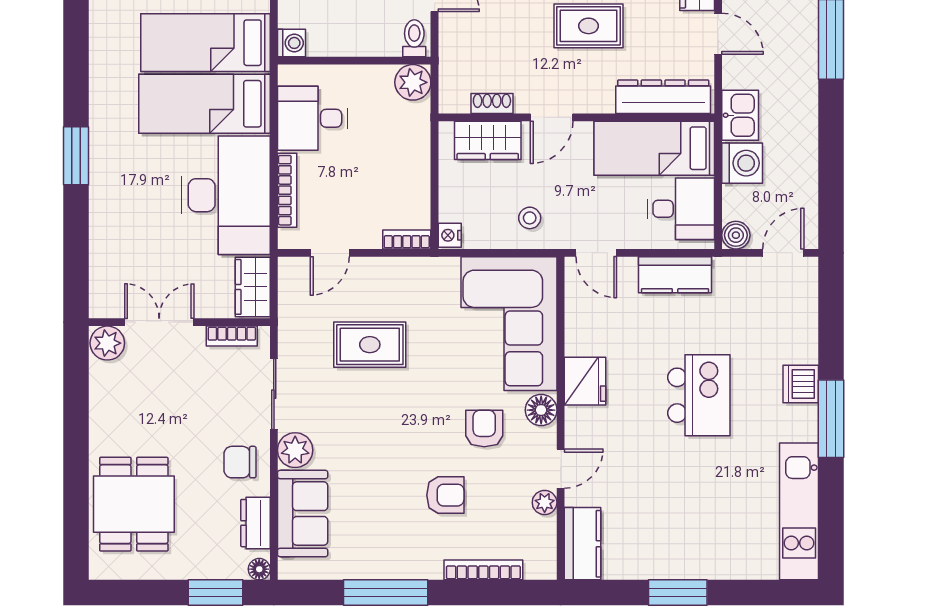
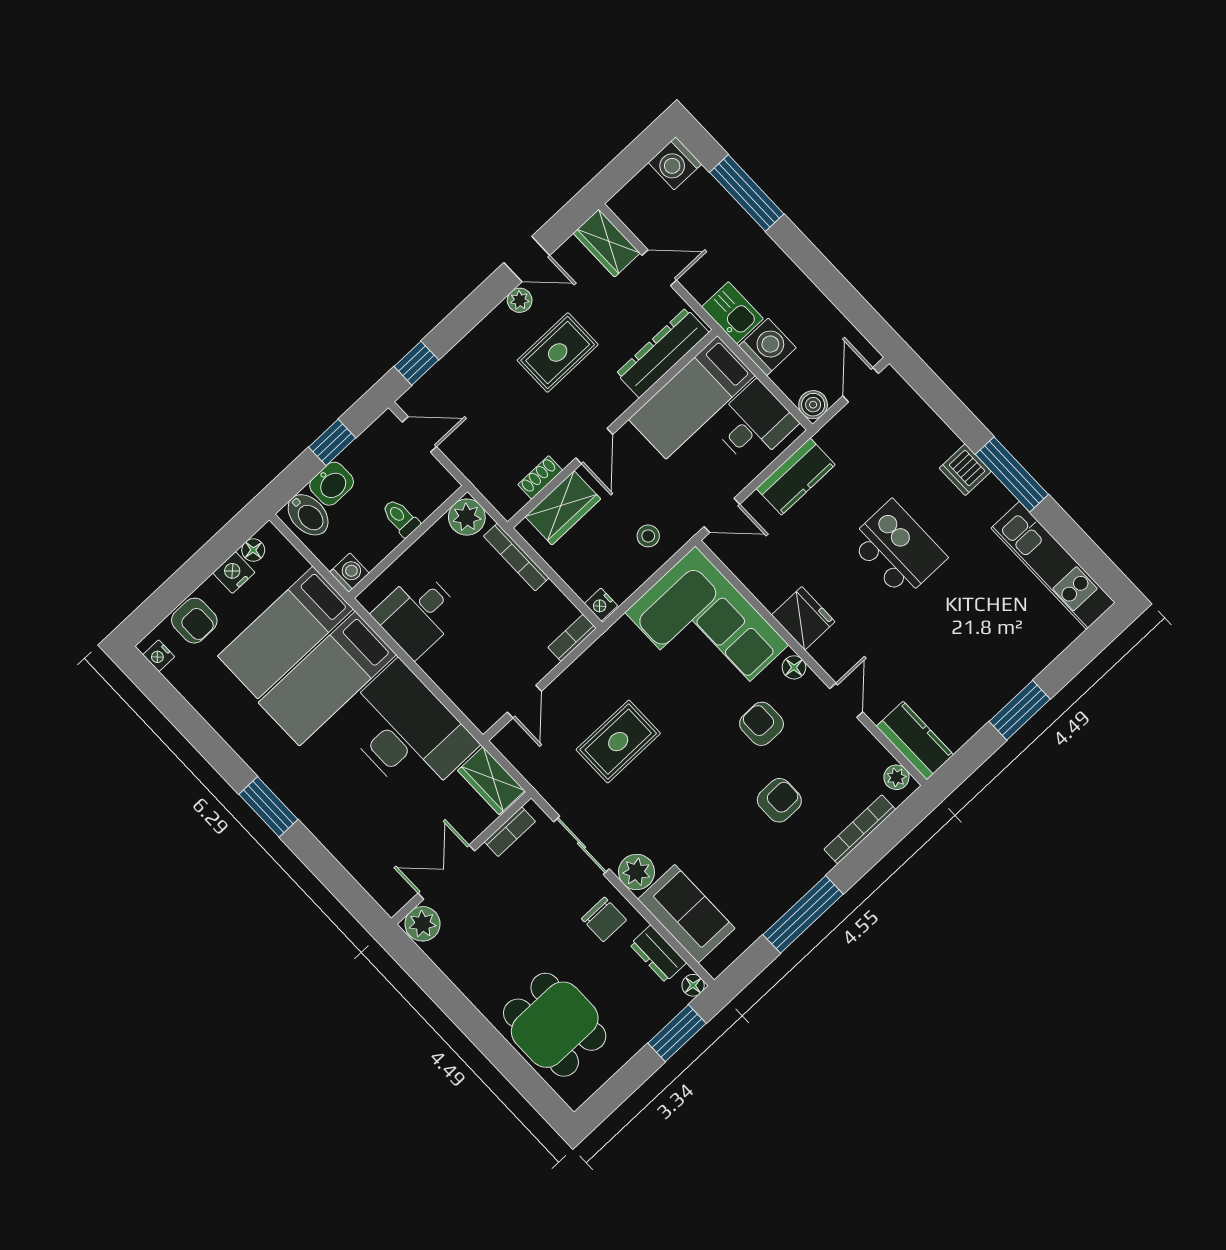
toilet: (414, 38) -> (401, 518), moved
bookcase: (287, 190) -> (516, 557), moved, turned 180
floor lamp: (541, 410) -> (794, 667), width x0.73, depth x0.73
chair: (240, 462) -> (604, 919), turned -90
plant: (545, 503) -> (896, 777), moved

